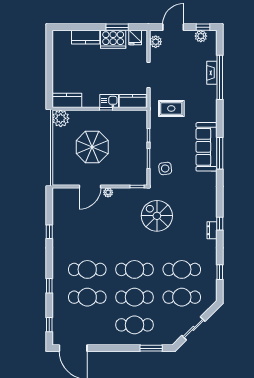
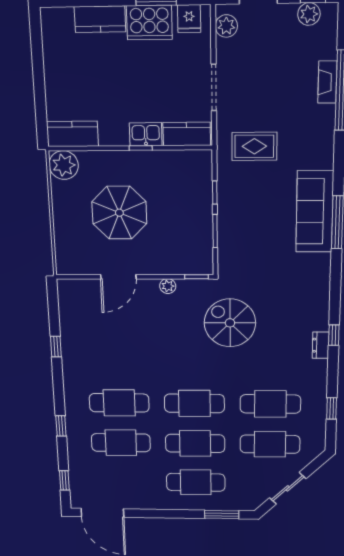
side table: (165, 168) -> (244, 248), removed
plant: (108, 192) -> (168, 286), moved

